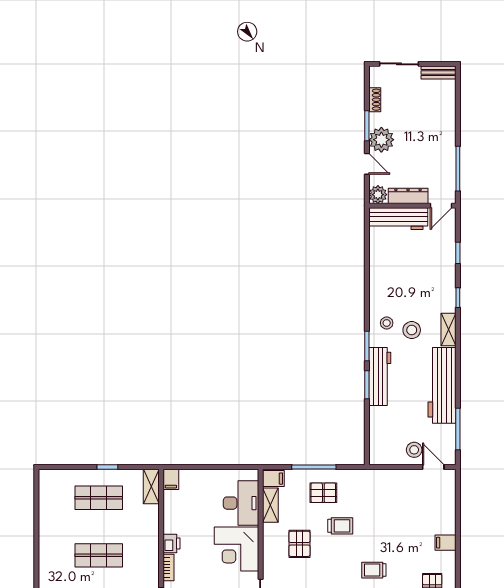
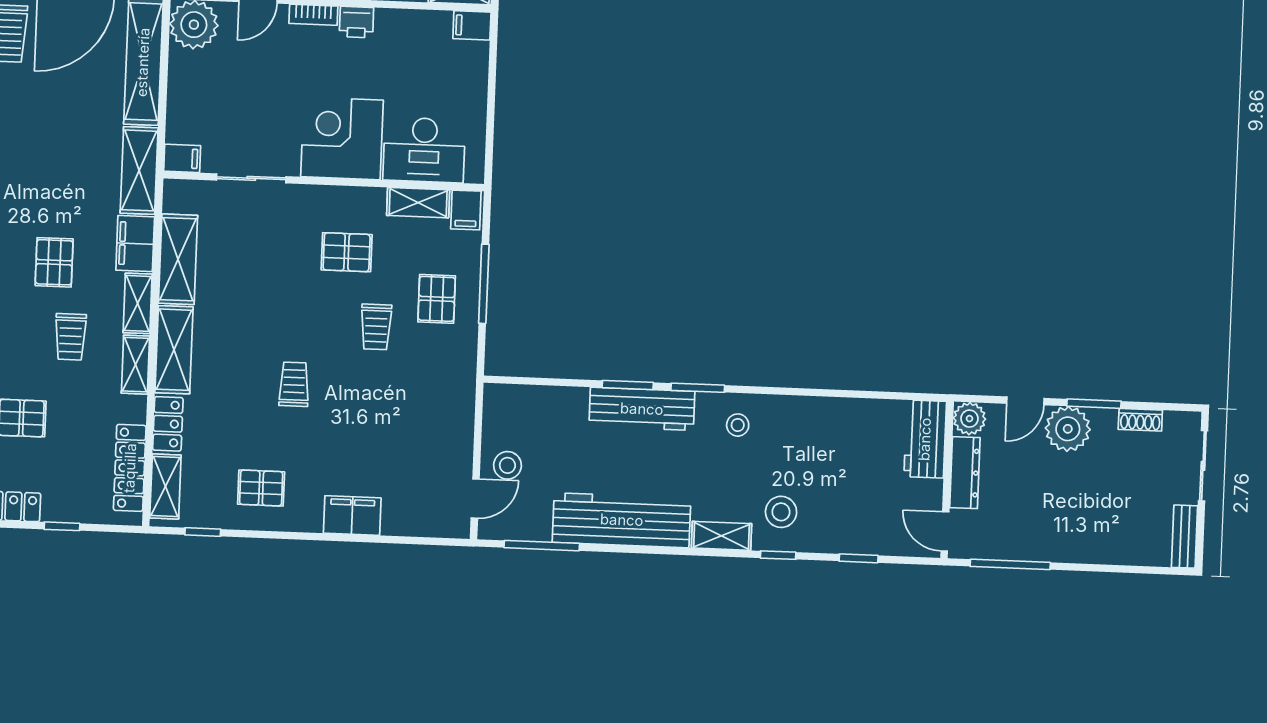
workbench: (398, 219) -> (925, 439), width x0.73
stool: (412, 330) -> (781, 512), moved
filing cabinet: (445, 543) -> (352, 516), width x2.00

